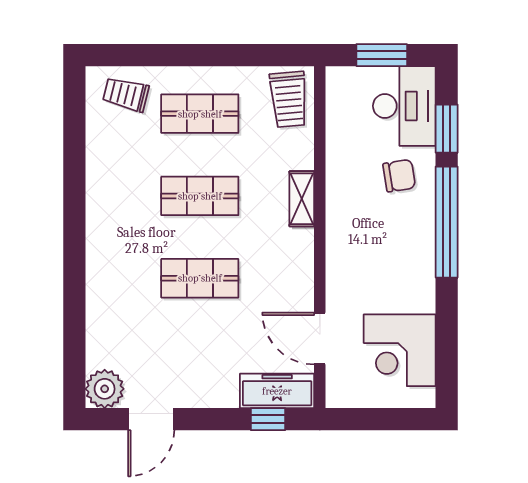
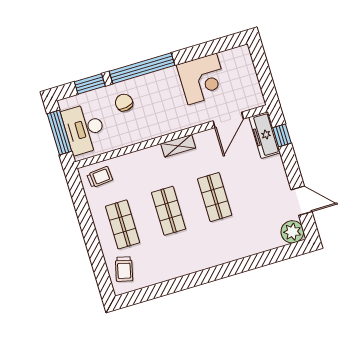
window: (382, 55) -> (59, 132), width x1.44
trolley: (289, 99) -> (100, 177), width x0.73, depth x0.72
desk: (404, 106) -> (84, 129), moved, turned -90
shelving: (302, 199) -> (178, 146), moved
corner desk: (400, 350) -> (202, 79), moved

